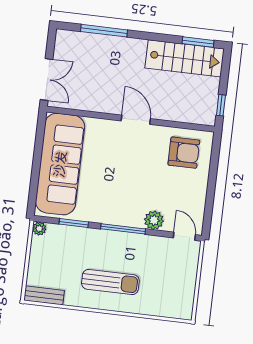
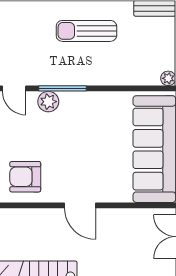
window: (74, 223) -> (133, 88), removed
window: (123, 229) -> (63, 88), moved

